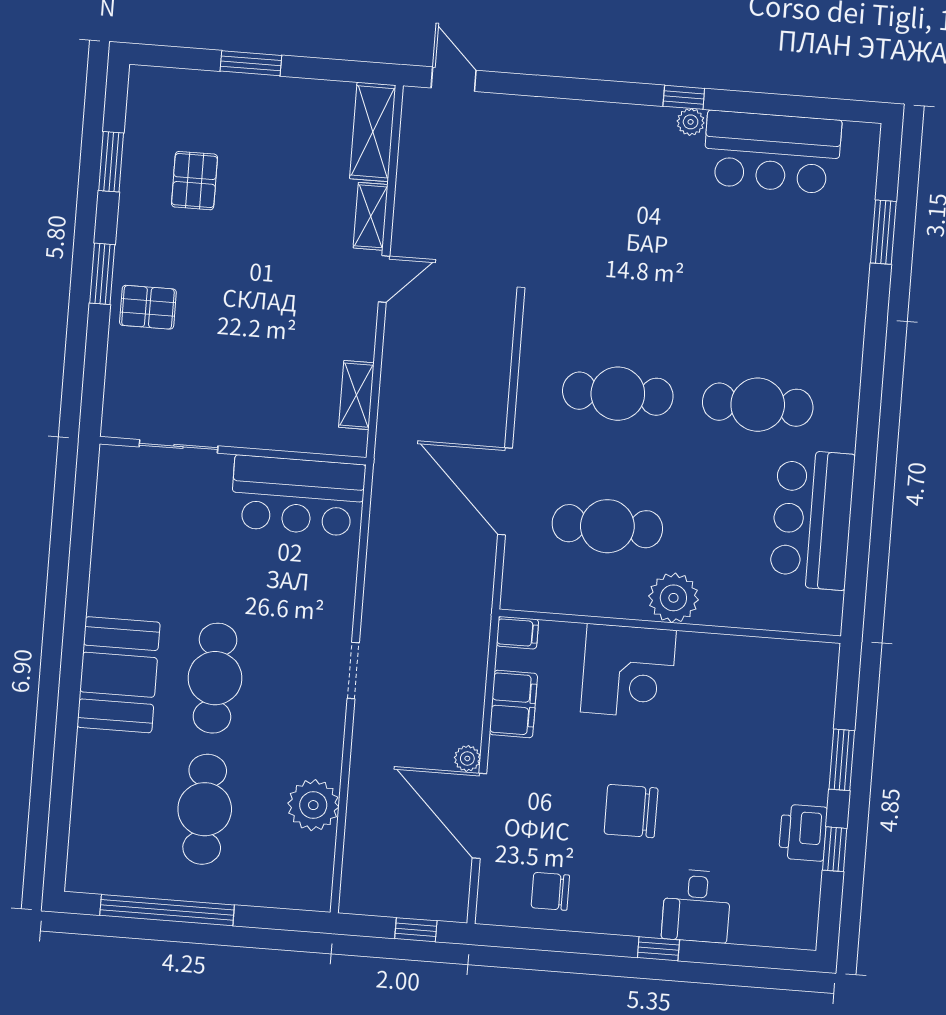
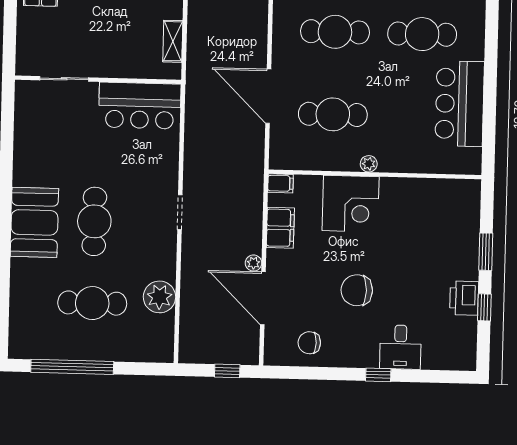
plant: (673, 598) -> (369, 164), width x0.53, depth x0.53
cafe table: (205, 809) -> (92, 303), turned 90

